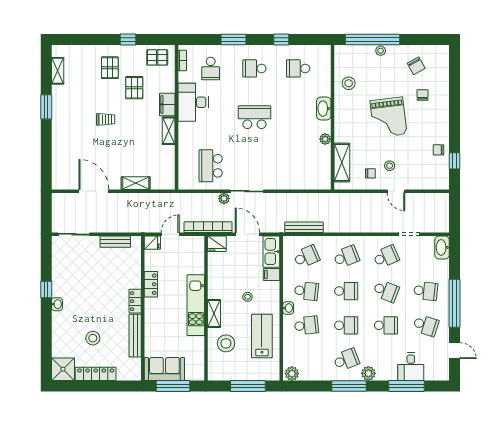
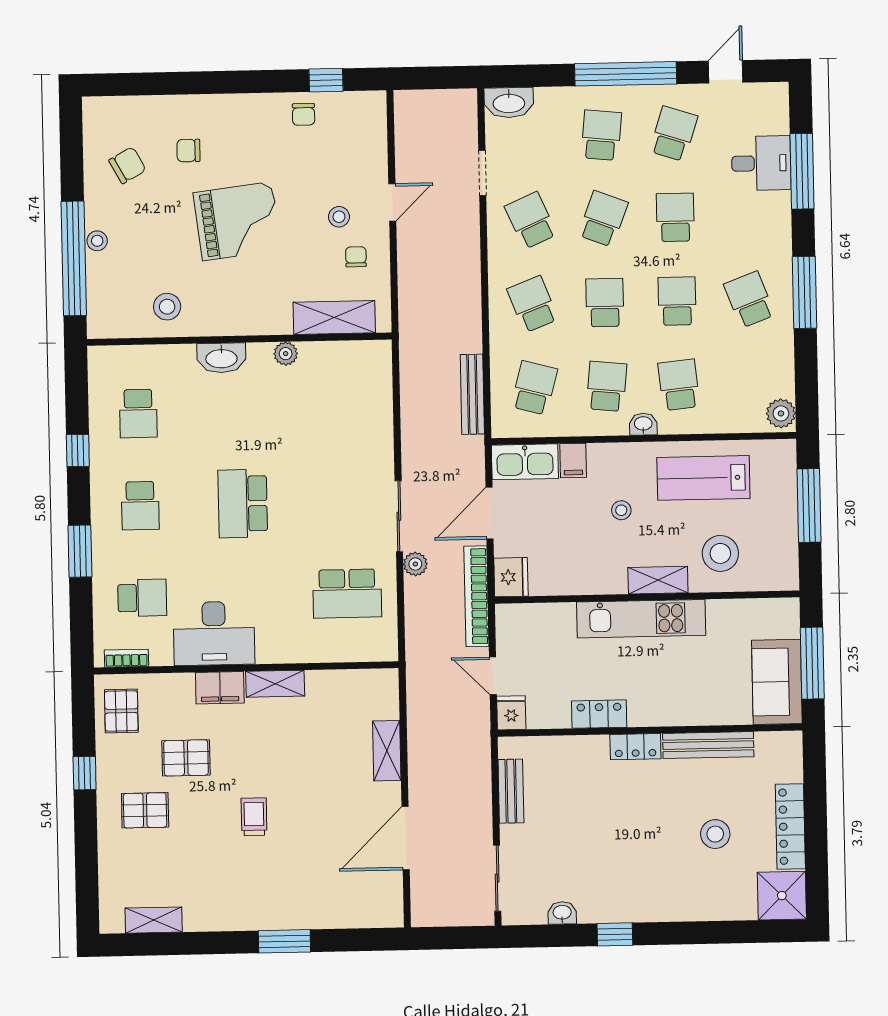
window: (46, 107) -> (284, 941), moved
school desk: (306, 257) -> (534, 388), turned 39
washbasin: (57, 304) -> (562, 913), moved
plant: (368, 373) -> (777, 252), removed

